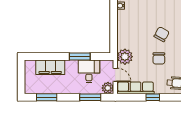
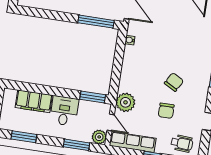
window: (80, 56) -> (93, 97), moved
desk: (89, 71) -> (64, 111), moved

